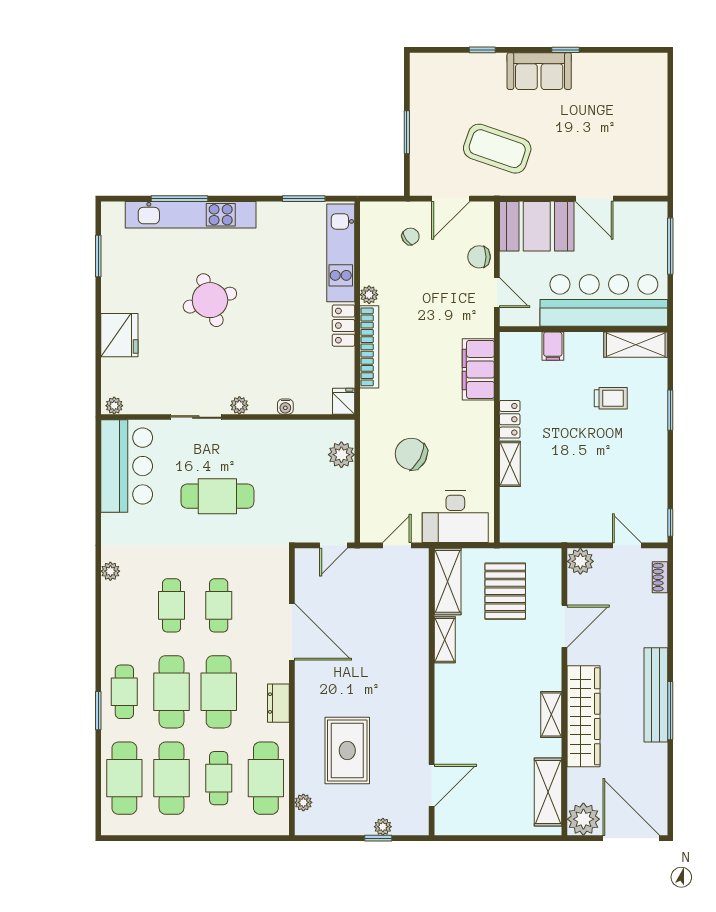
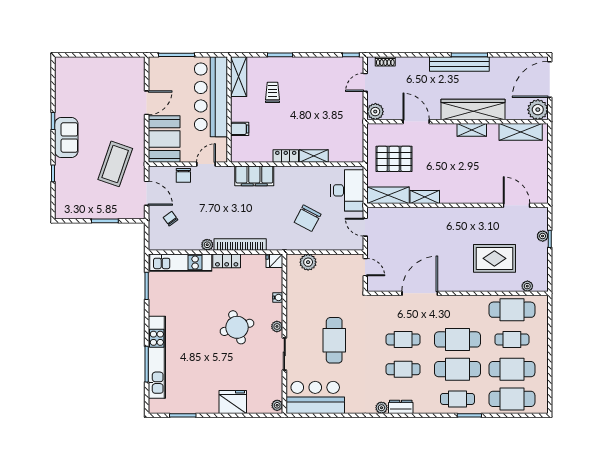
round table: (210, 300) -> (237, 327), moved
dresser: (278, 703) -> (401, 407), moved, turned 180

